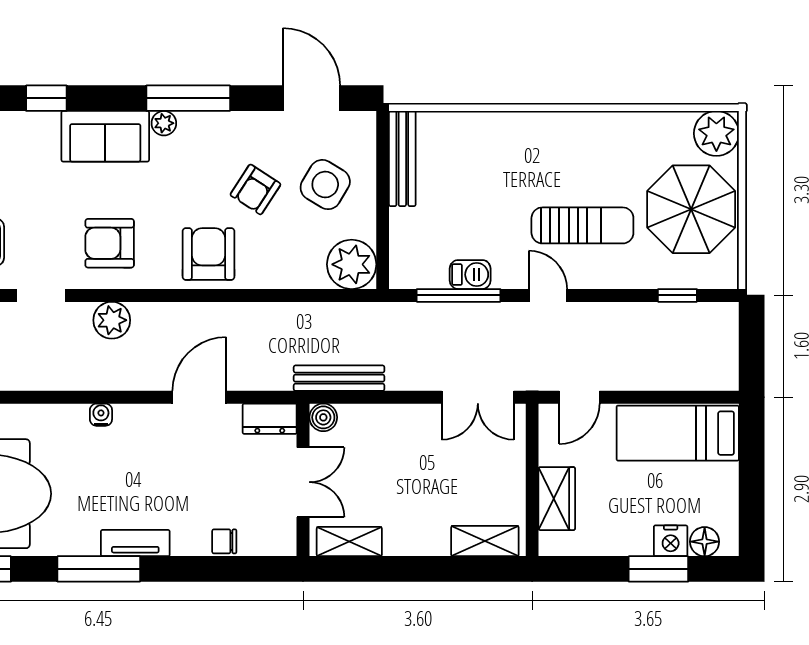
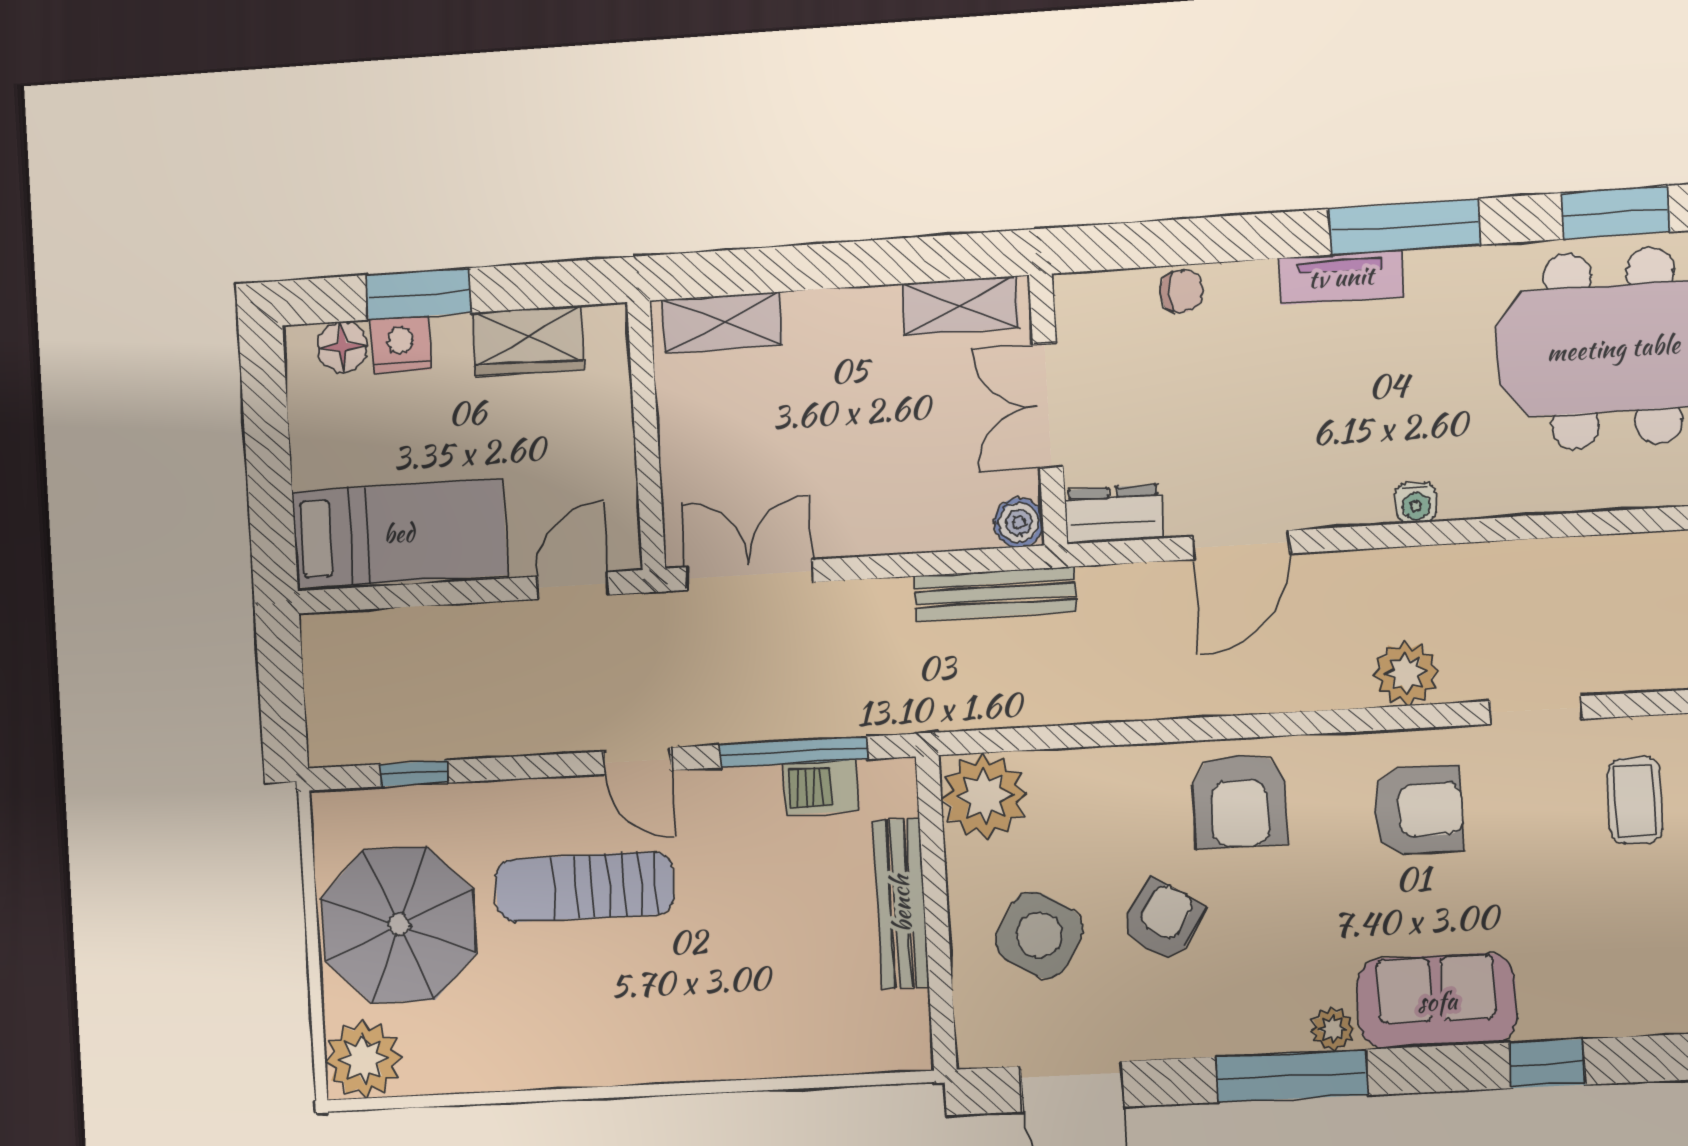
bench: (402, 159) -> (901, 904), moved
barbecue: (470, 275) -> (821, 787), moved
wardrobe: (557, 499) -> (528, 341), moved, turned -90

